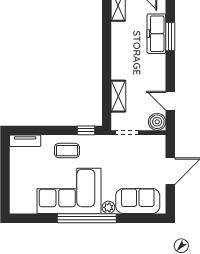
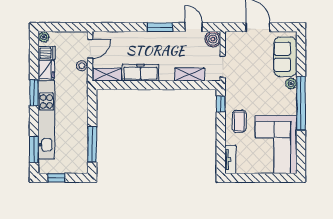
freezer: (156, 34) -> (140, 73), moved, turned 180
window: (170, 36) -> (160, 27), moved
door: (170, 101) -> (194, 27), swing flipped
corner sofa: (69, 191) -> (276, 145), moved

